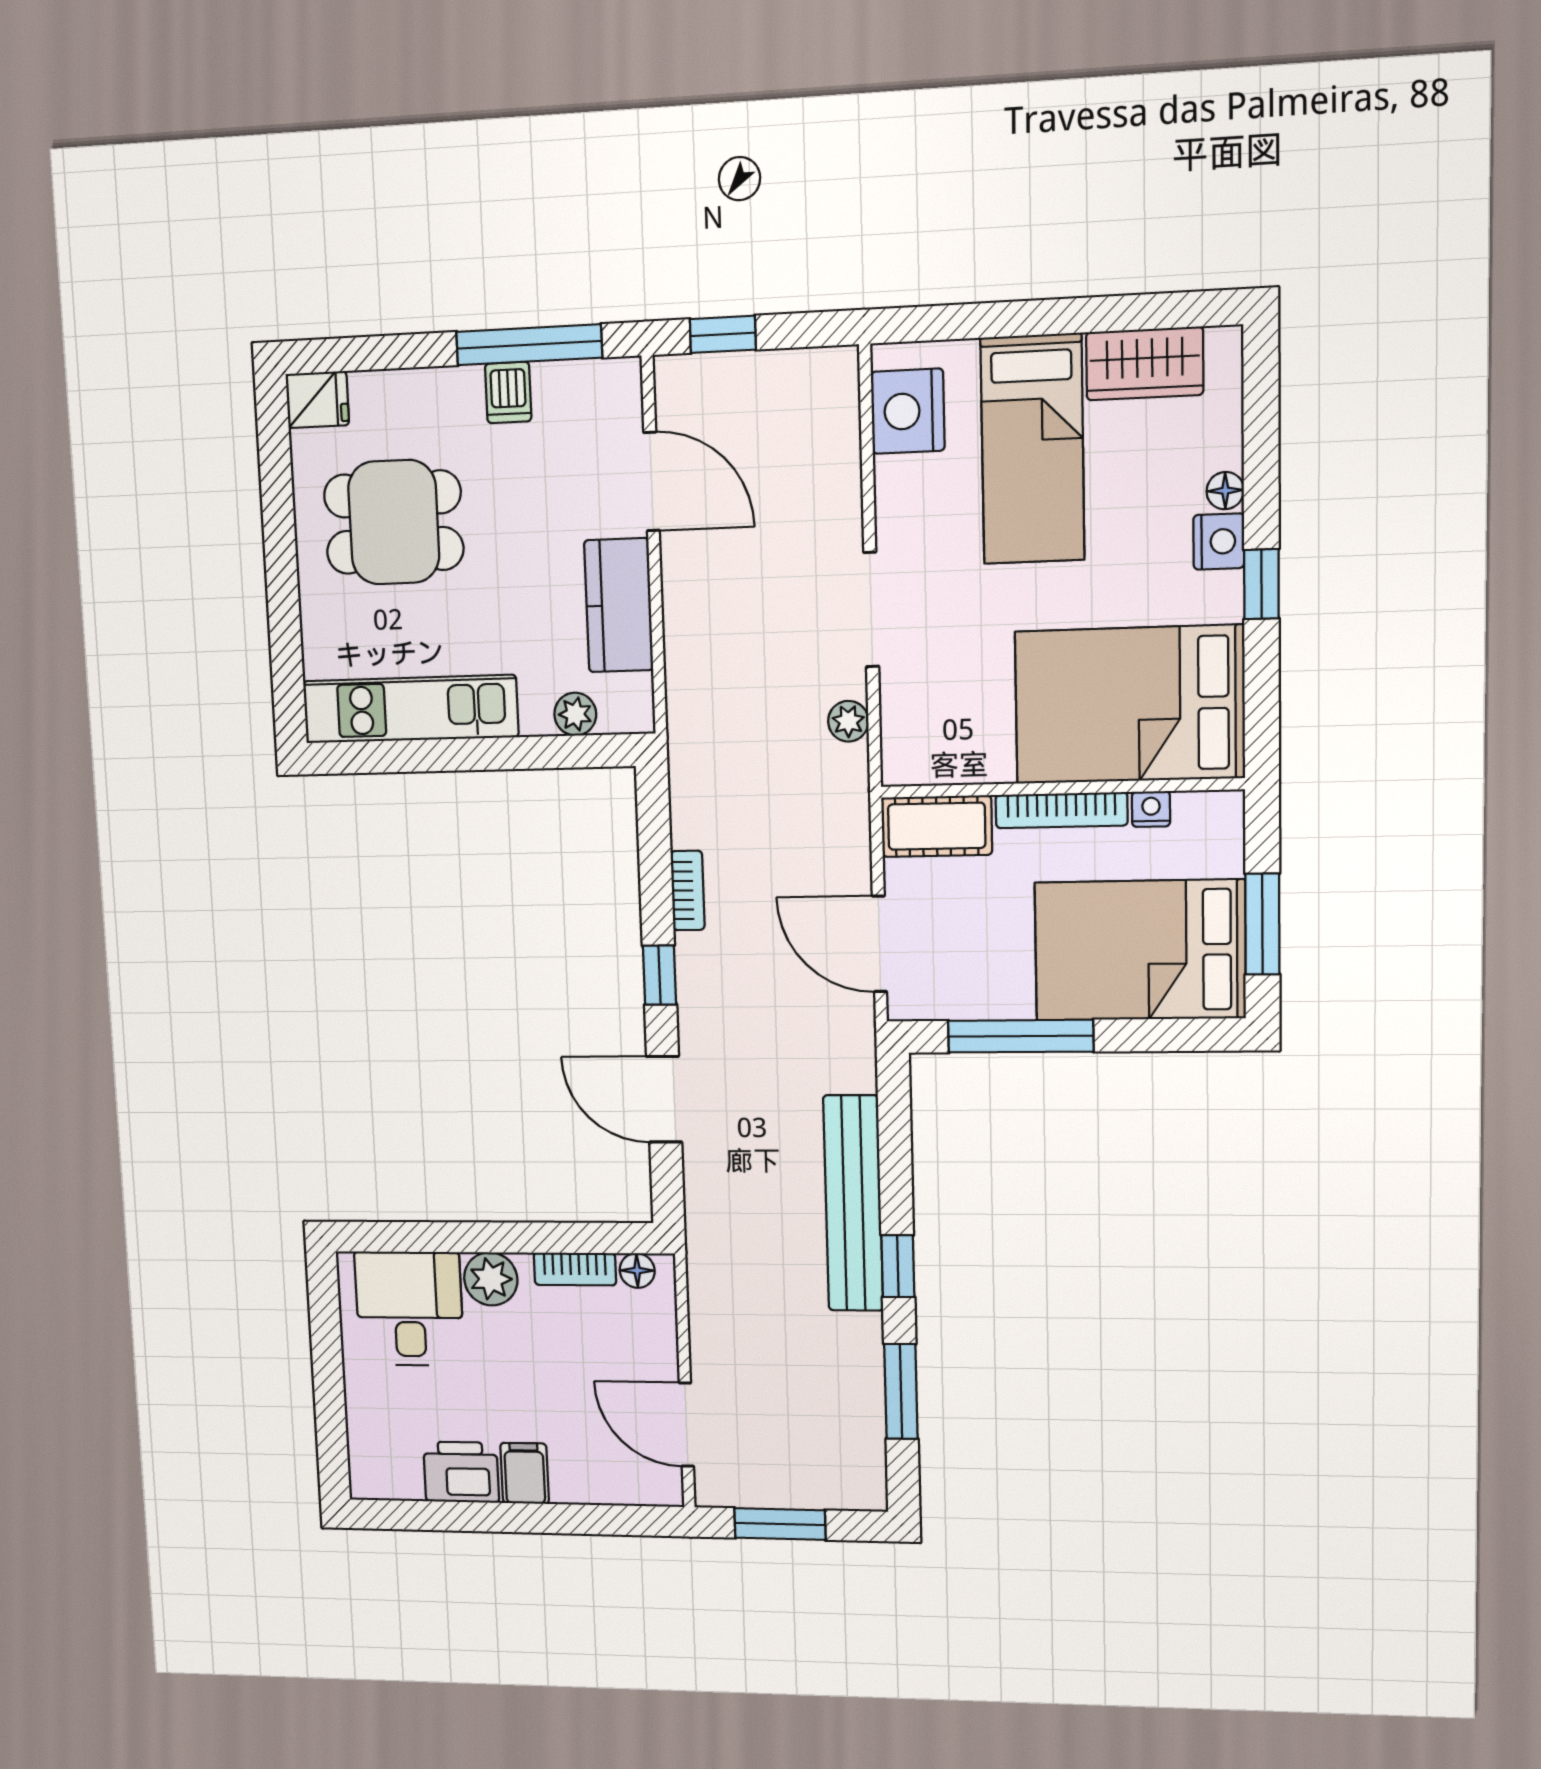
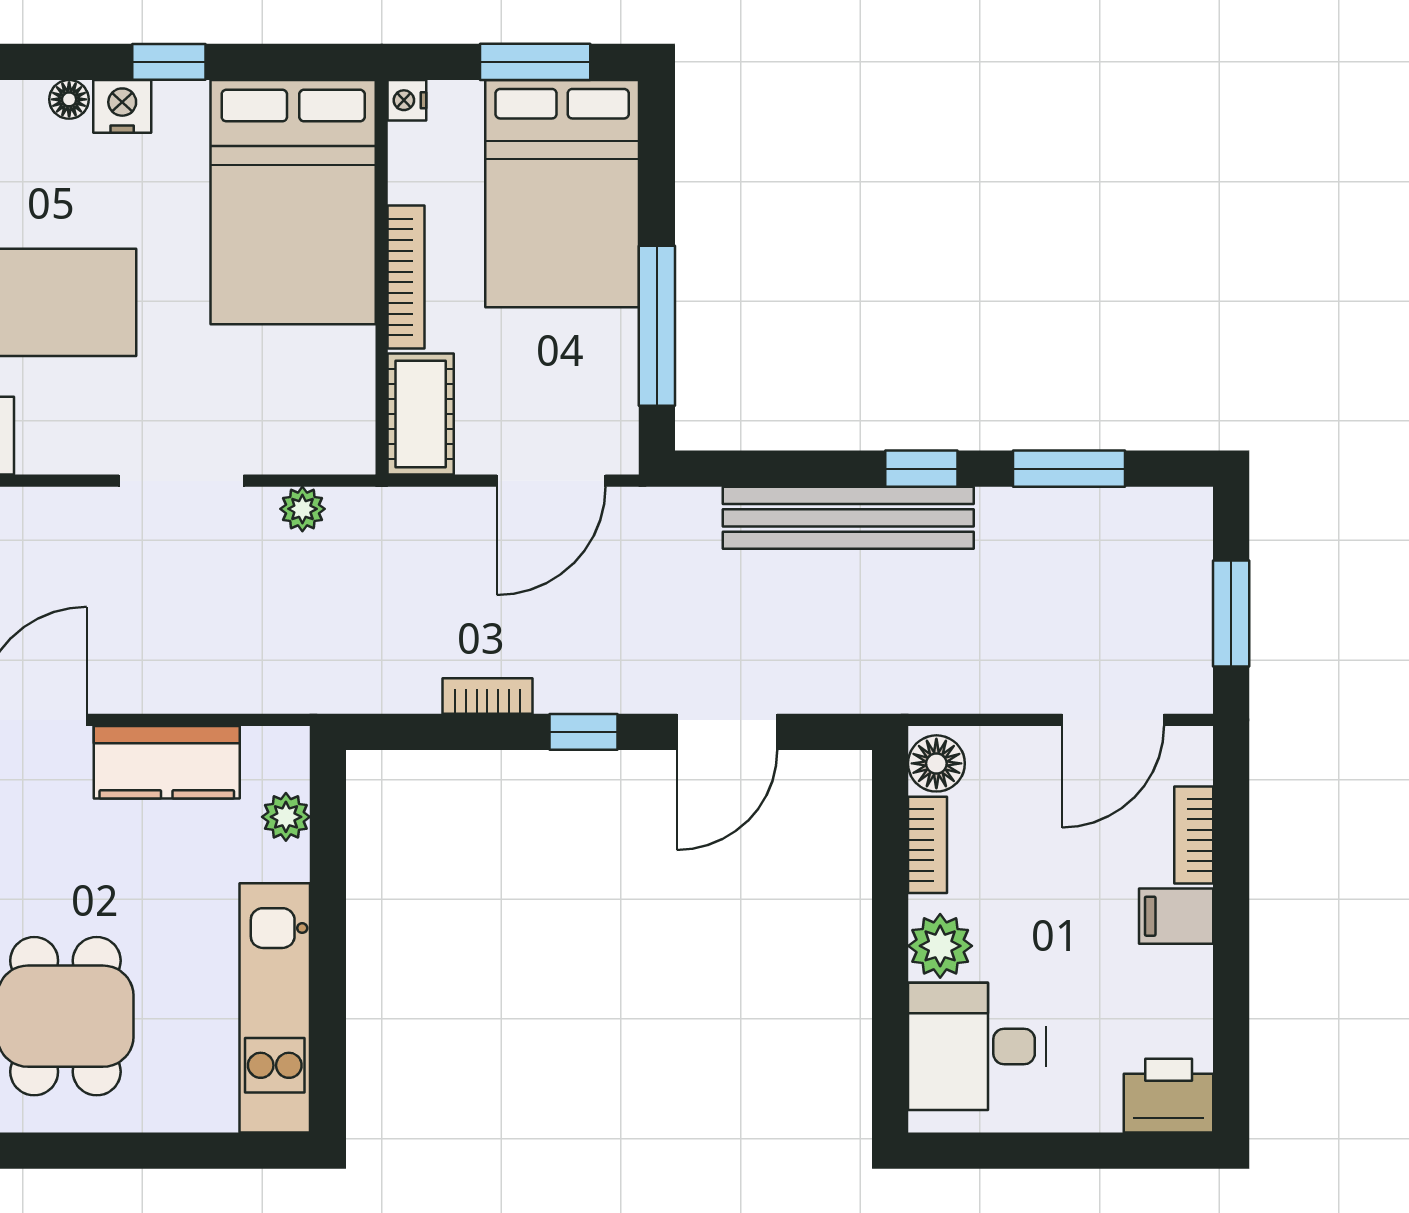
nightstand: (1151, 809) -> (407, 100), moved
floor lamp: (637, 1271) -> (936, 763), width x1.37, depth x1.37
printer: (461, 1472) -> (1169, 1096), moved, turned 90
bookcase: (593, 1489) -> (1194, 835), added

